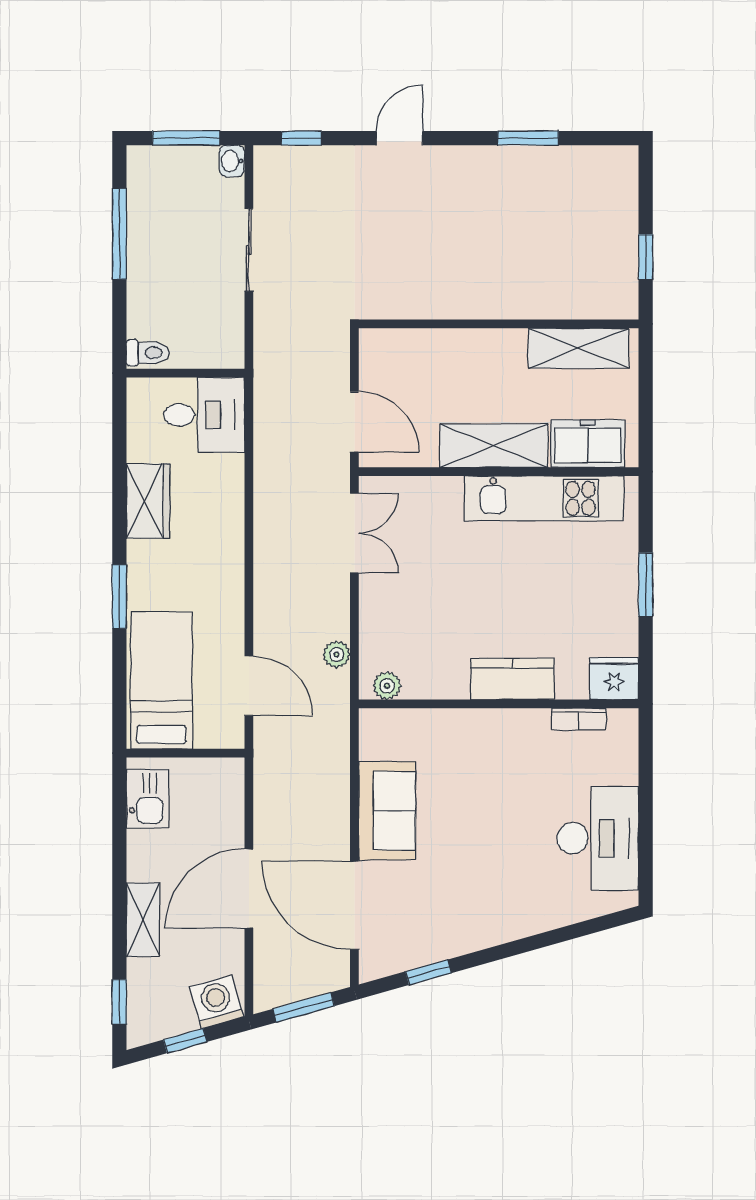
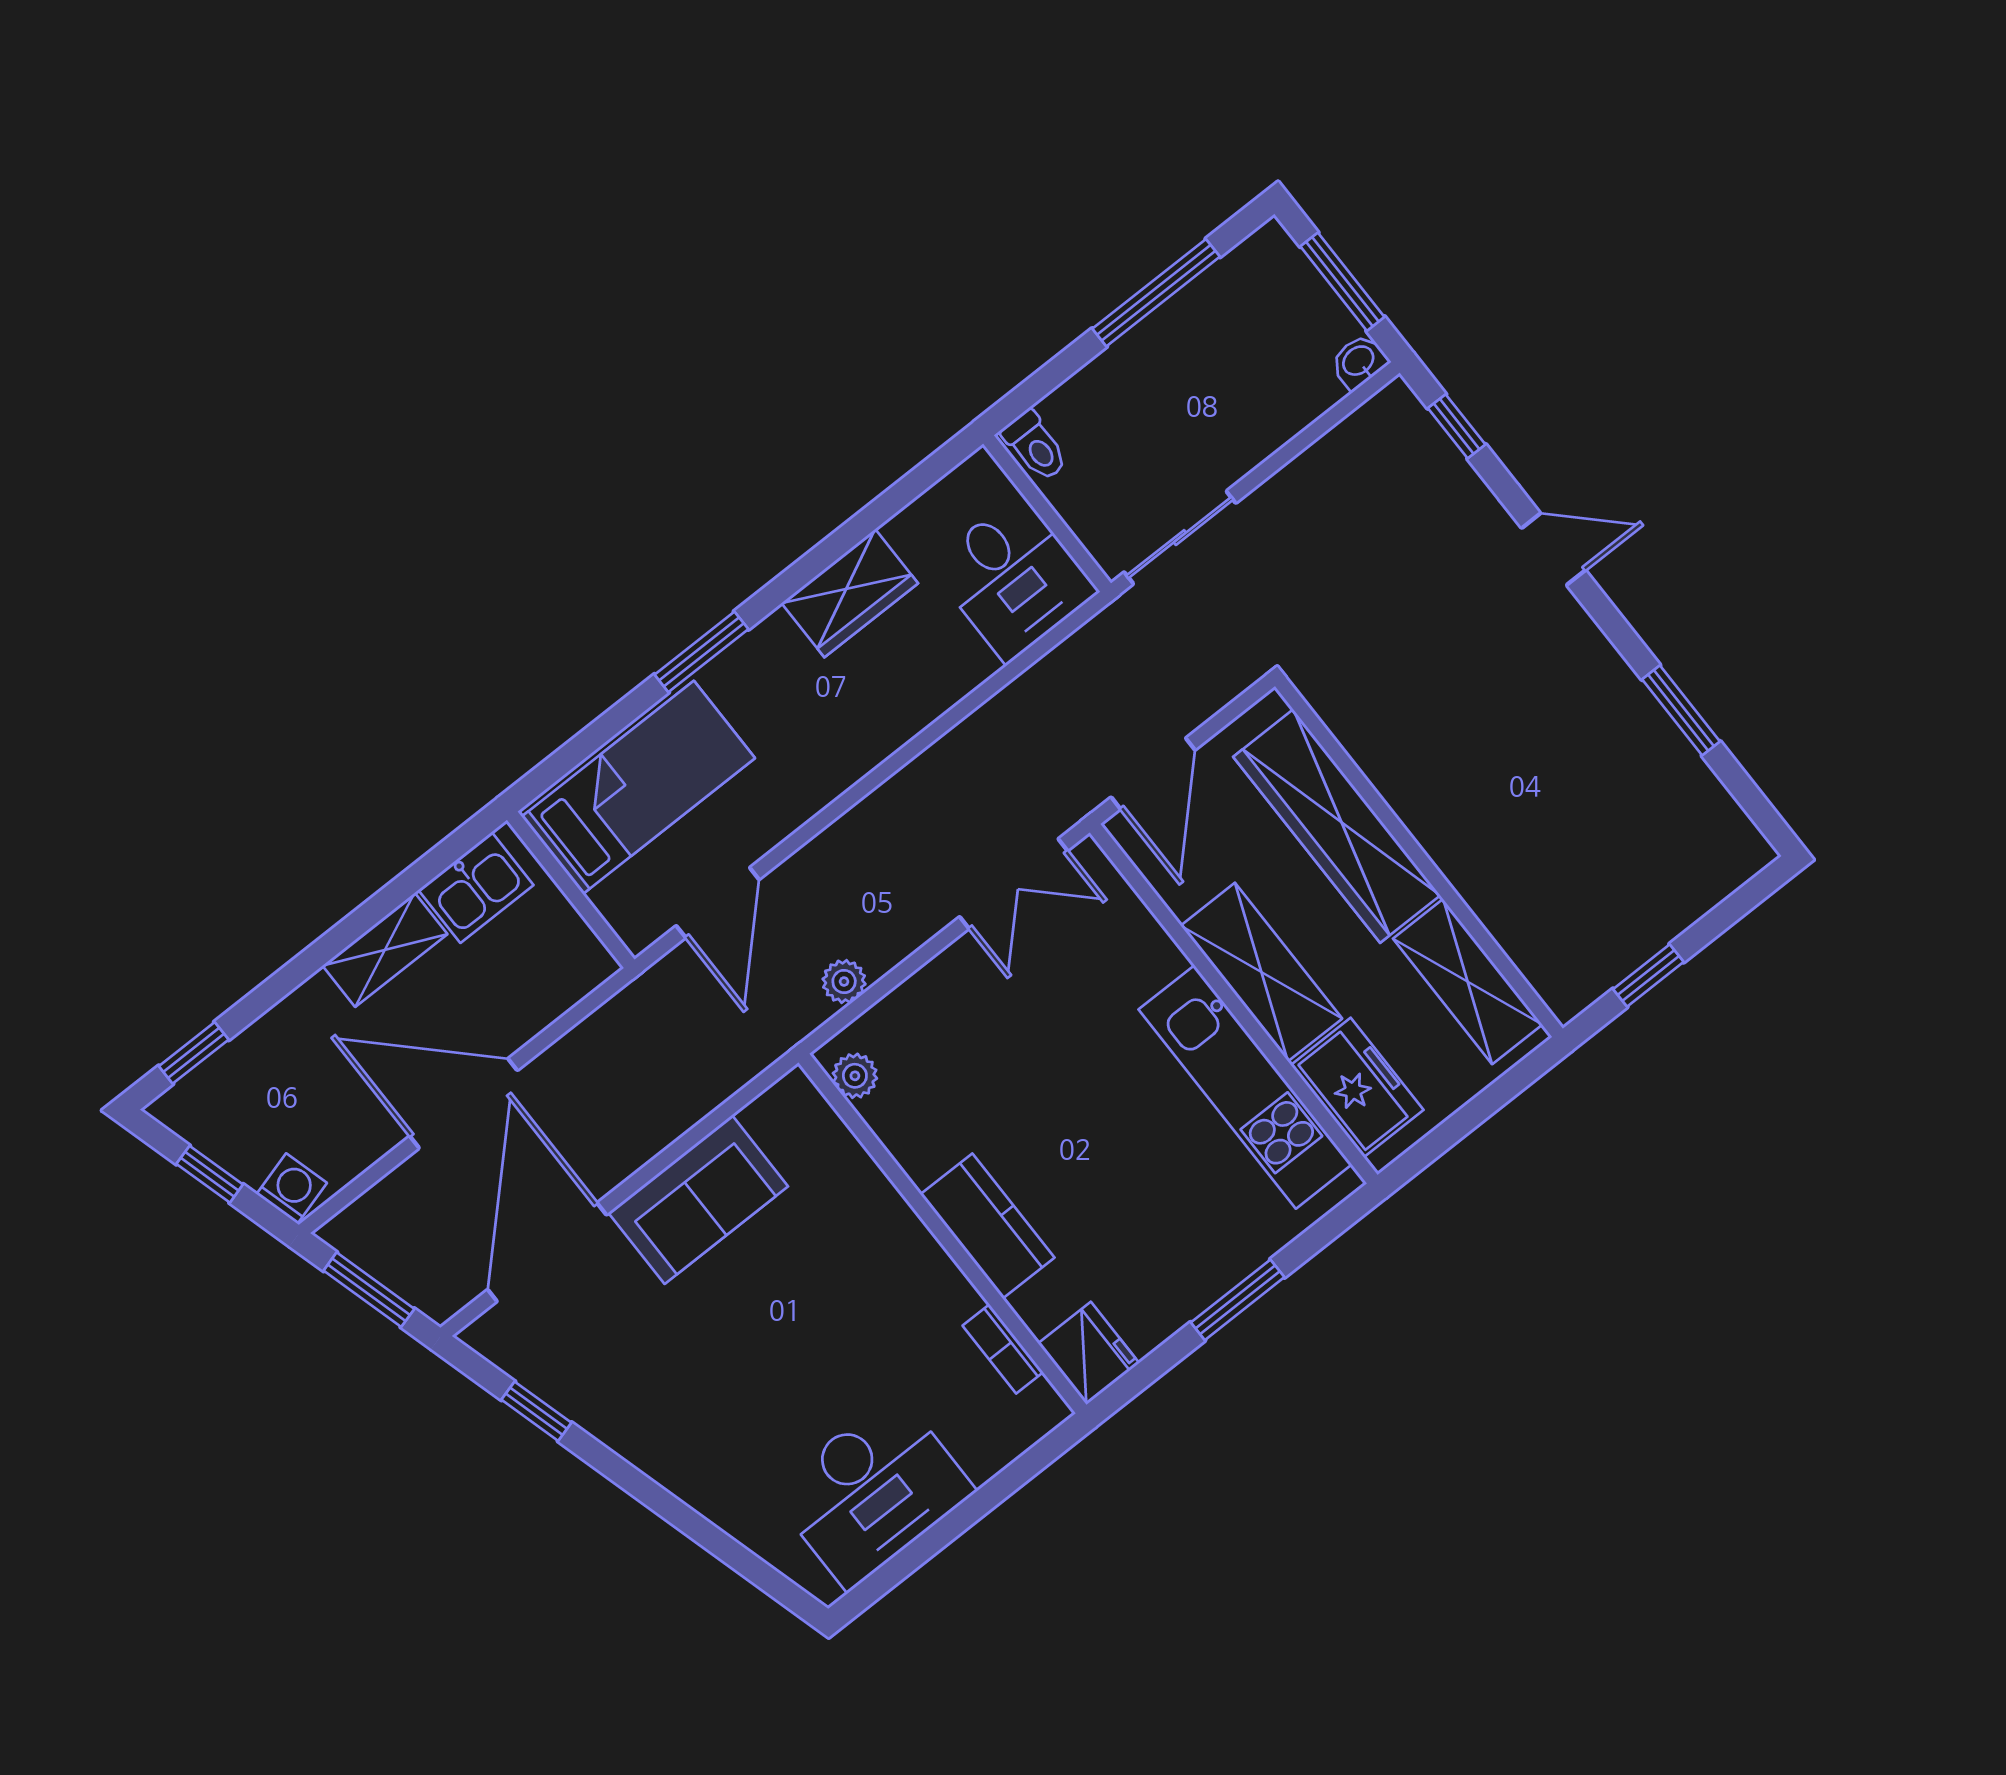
sliding door: (249, 250) -> (1180, 538), moved
wardrobe: (451, 352) -> (1337, 826), added
shelving: (143, 920) -> (385, 950), moved
washing machine: (217, 1002) -> (292, 1189), width x0.73, depth x0.73

